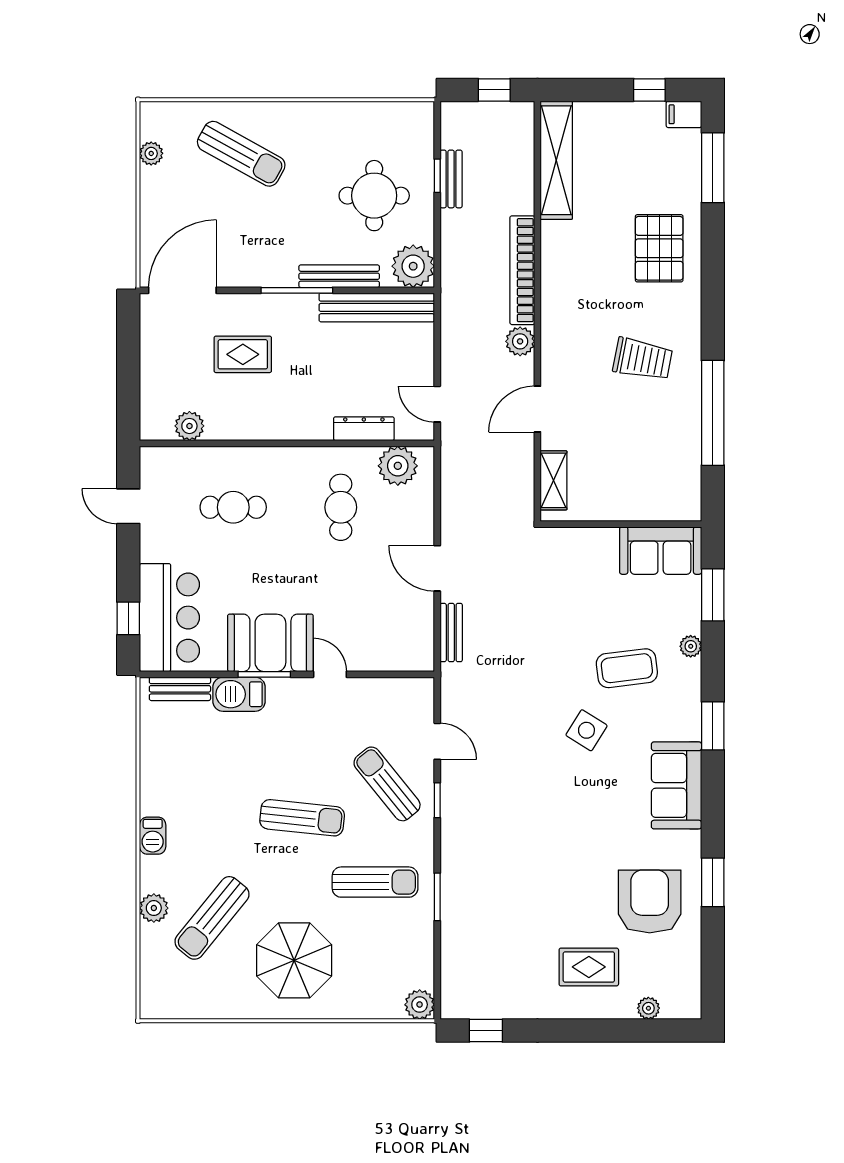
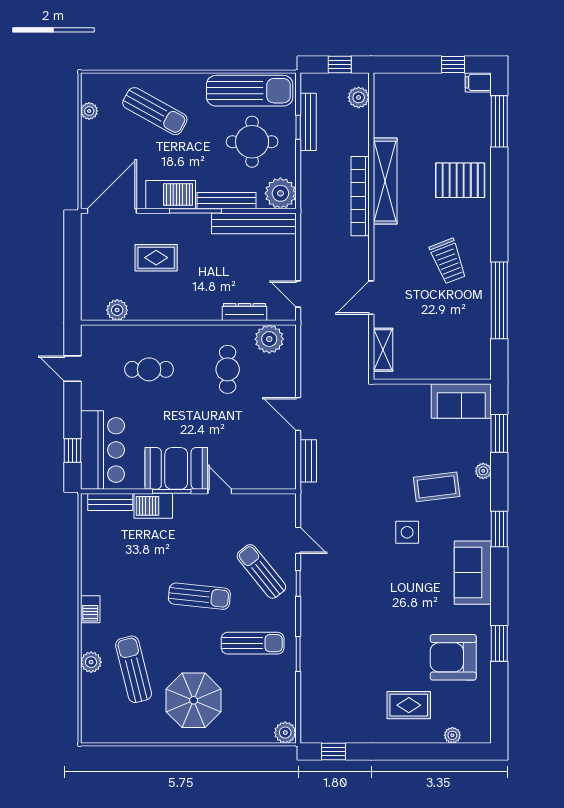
sun lounger: (371, 126) -> (250, 91), added
shelving: (556, 160) -> (385, 181), moved
bench: (451, 179) -> (308, 122), width x1.36
pallet: (659, 248) -> (460, 180), turned 90
barbecue: (263, 268) -> (171, 195), added
plant: (520, 341) -> (359, 97), moved
trolley: (643, 359) -> (448, 261), turned 58
side table: (586, 730) -> (407, 532), turned -32
armchair: (650, 901) -> (453, 657), turned -90
sun lounger: (212, 918) -> (134, 669), turned 127

